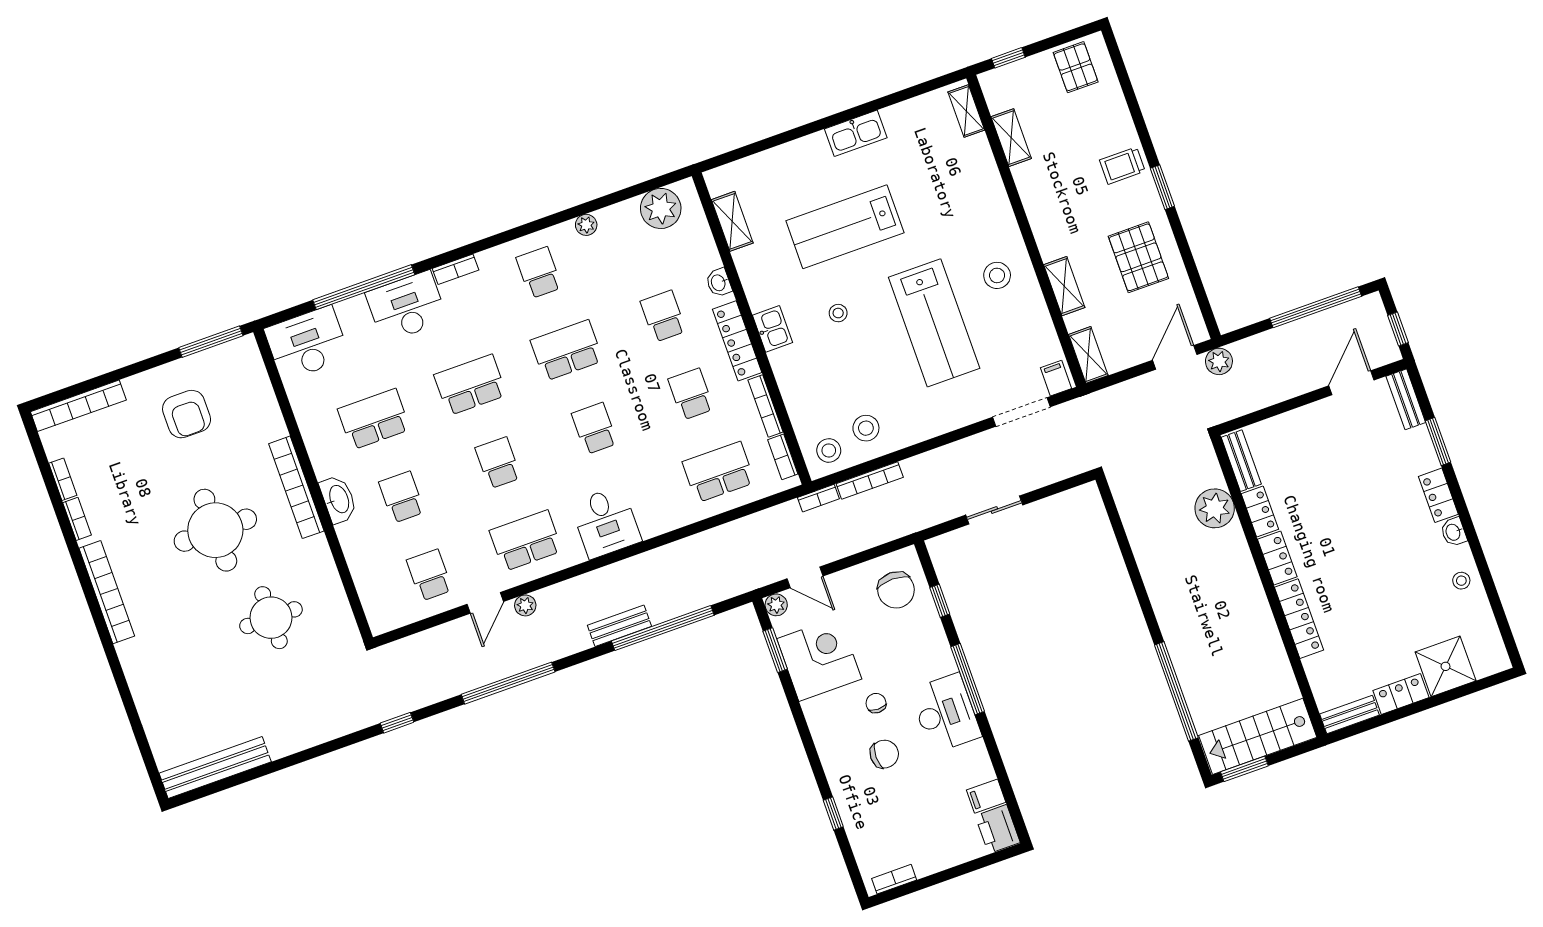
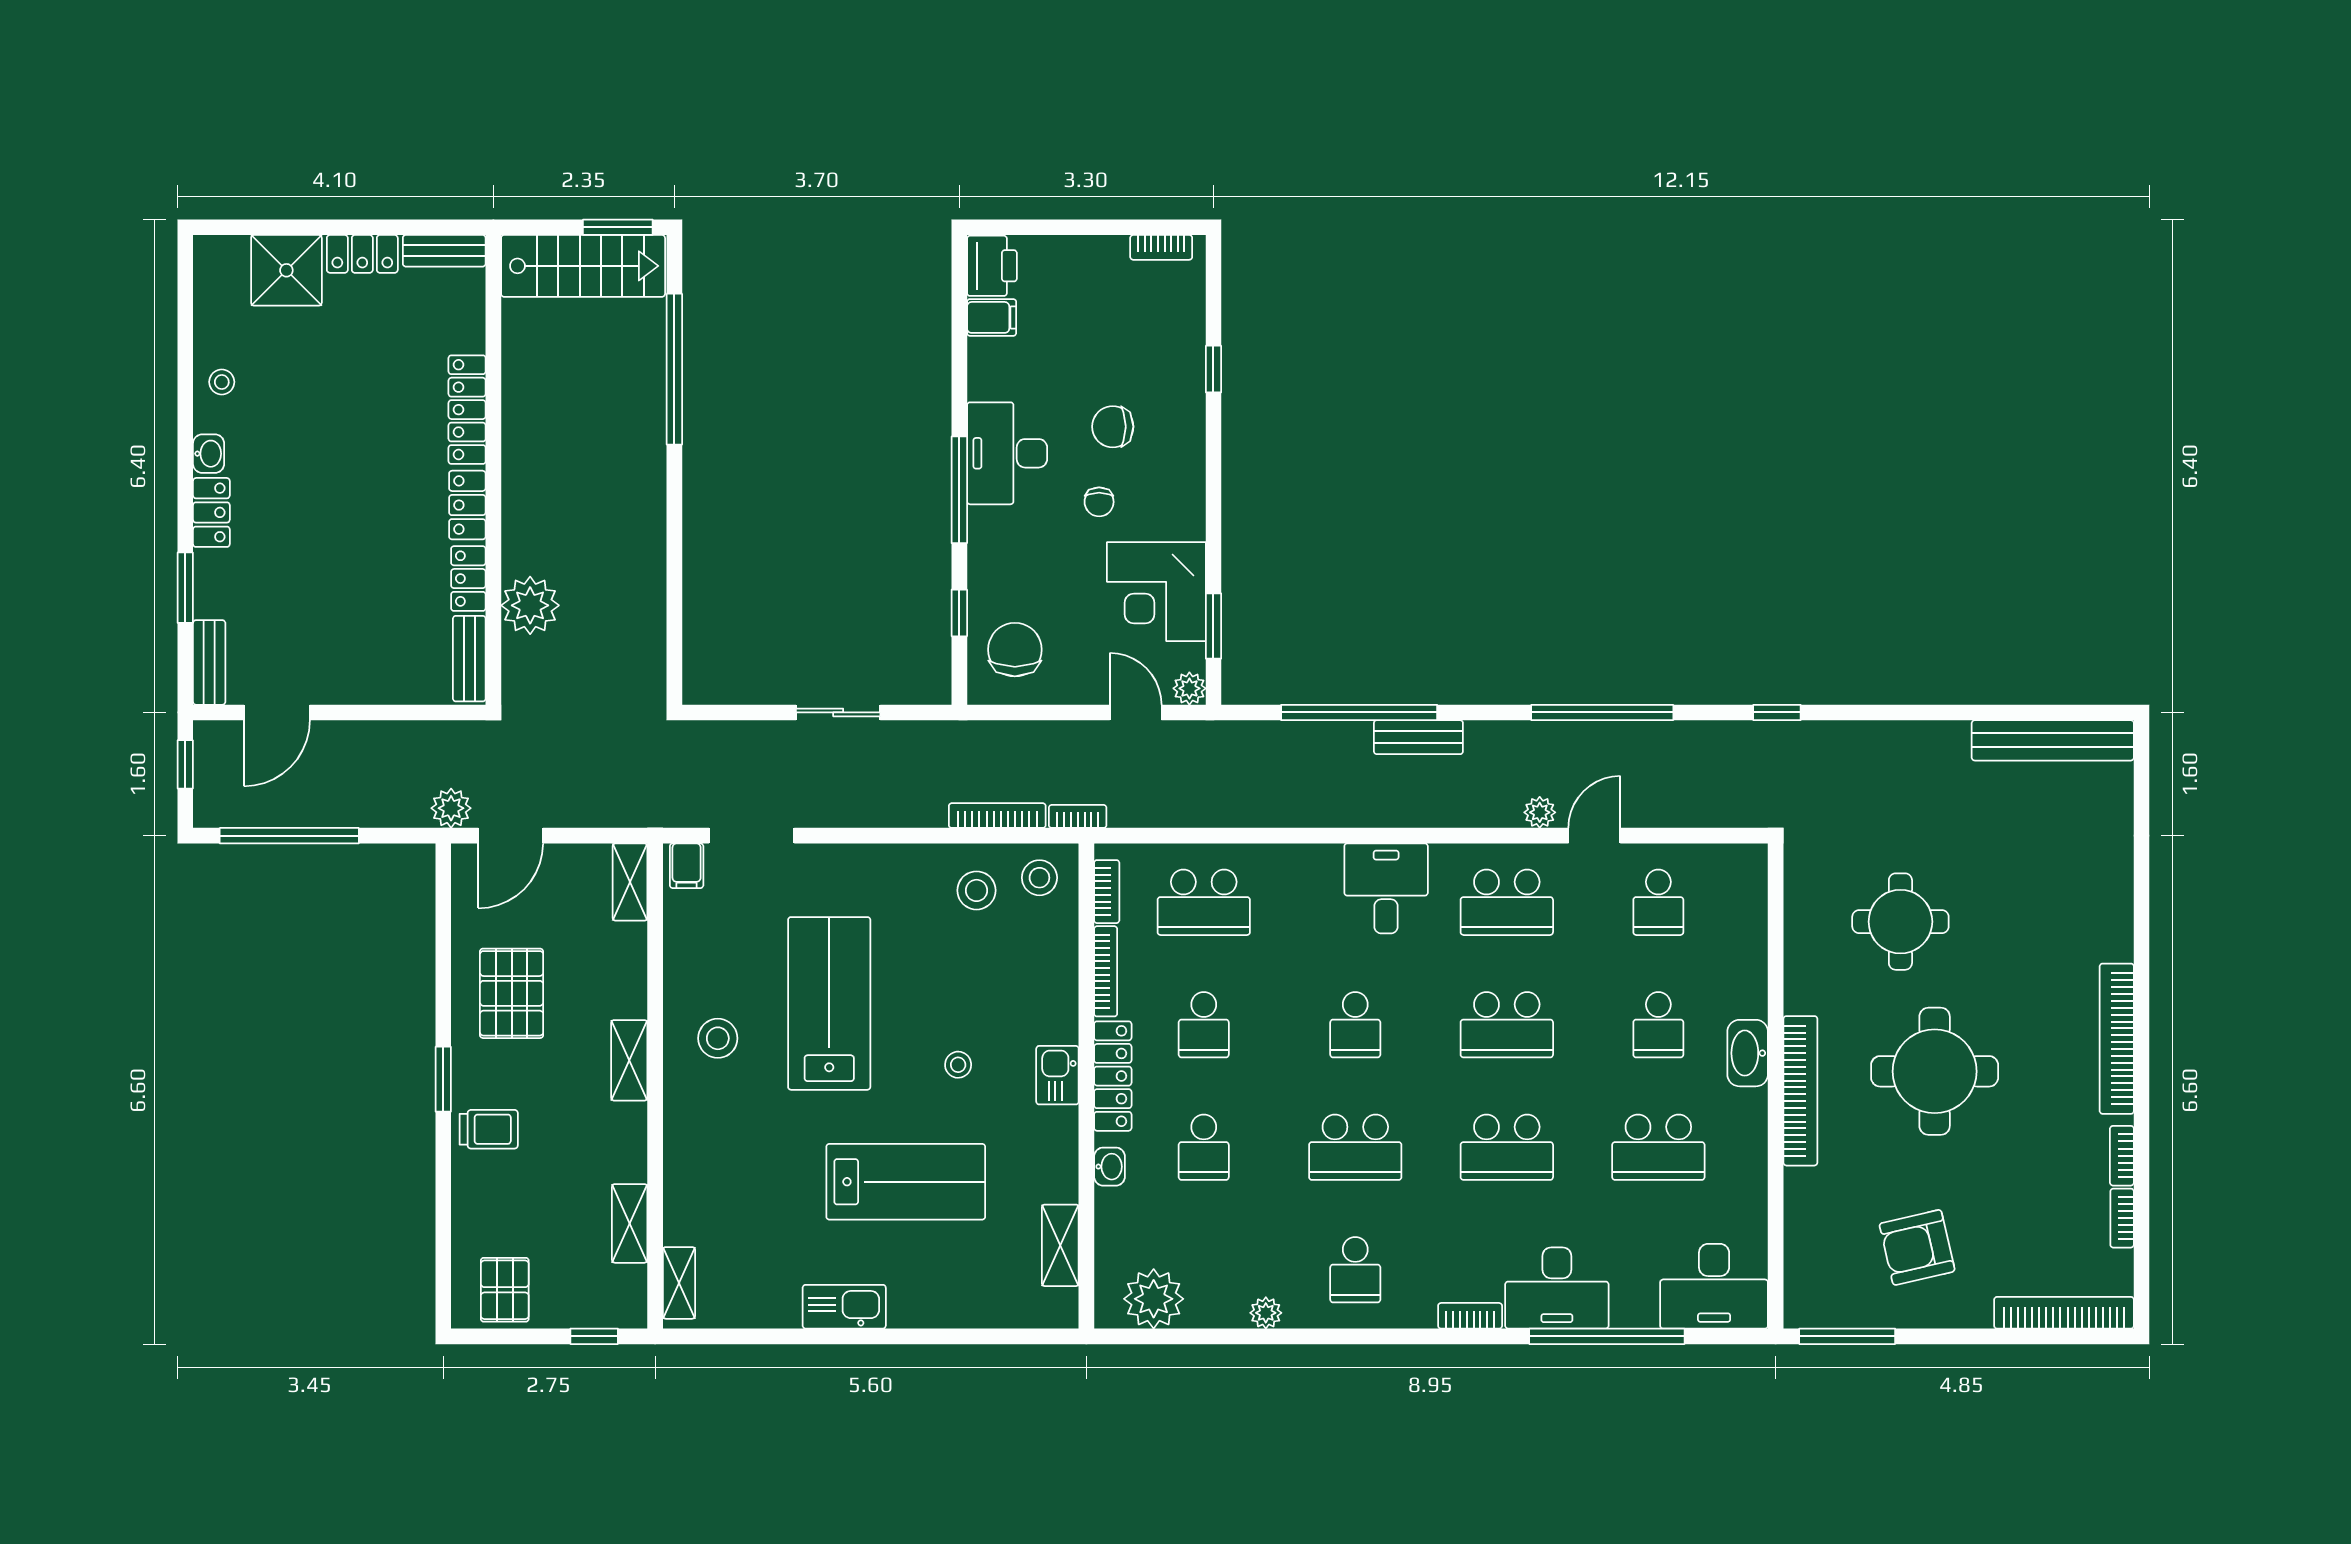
shelving: (1064, 286) -> (629, 1060), moved
armchair: (187, 414) -> (1917, 1247), turned -103
school desk: (498, 463) -> (1507, 1025), width x1.85

